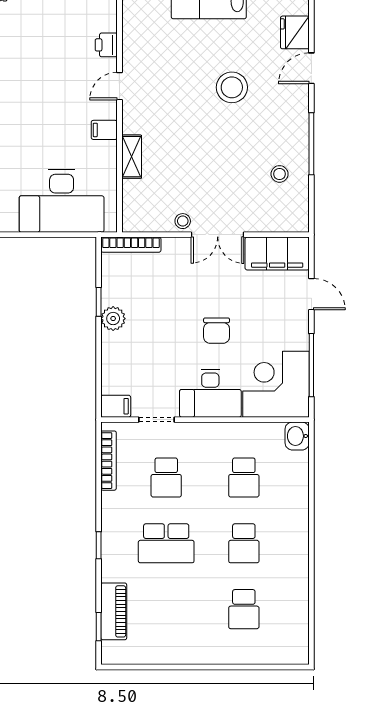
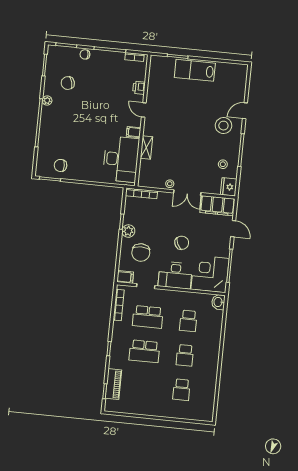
fridge: (295, 32) -> (229, 187), moved
door: (119, 86) -> (144, 110), hinge flipped
stool: (232, 87) -> (223, 126), moved
desk: (62, 201) -> (121, 159), moved, turned -90
chair: (217, 331) -> (182, 243), turned -116
chair: (141, 357) -> (141, 253), added
school desk: (166, 477) -> (148, 317), width x1.85

